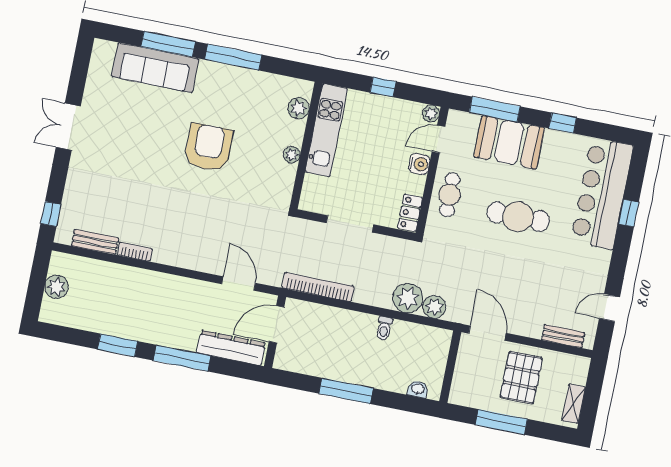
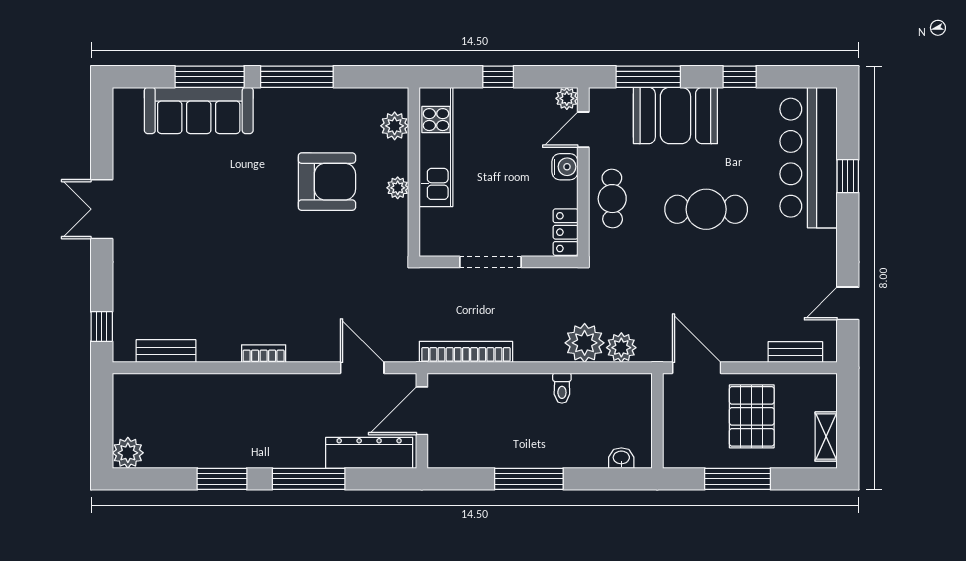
armchair: (208, 147) -> (327, 182), moved, turned 90
bookcase: (135, 252) -> (264, 354), moved
plant: (56, 287) -> (128, 453), moved

